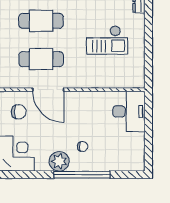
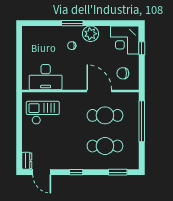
checkout: (107, 40) -> (43, 113), moved
desk: (129, 111) -> (46, 77), moved, turned -90
window: (82, 175) -> (72, 23), width x0.47

